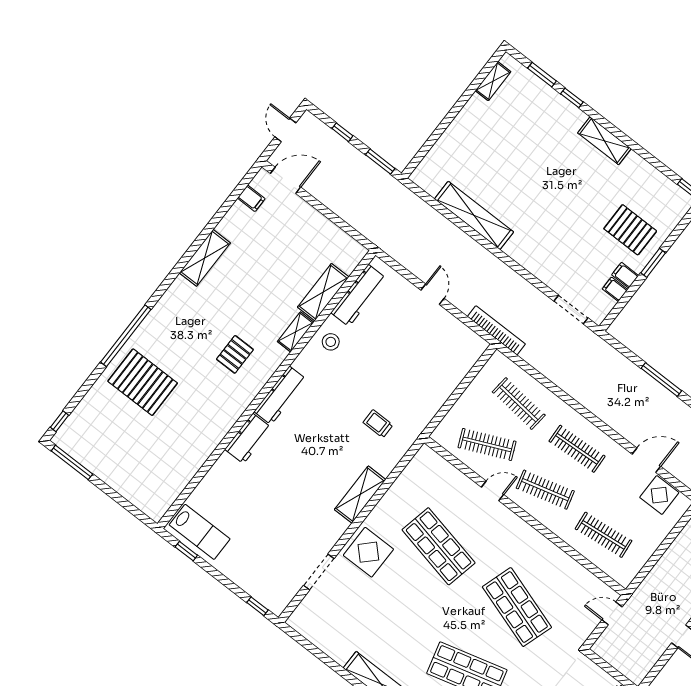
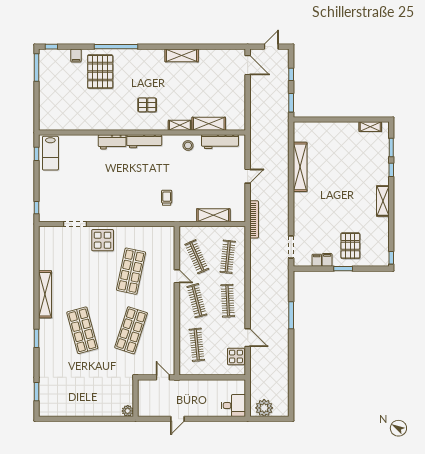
filing cabinet: (251, 198) -> (76, 55), moved
shelving: (360, 495) -> (213, 215), moved

